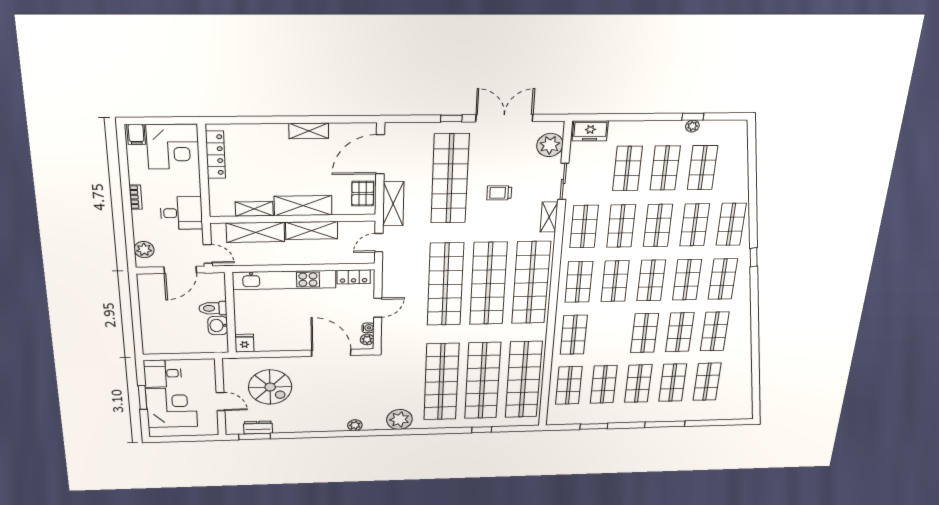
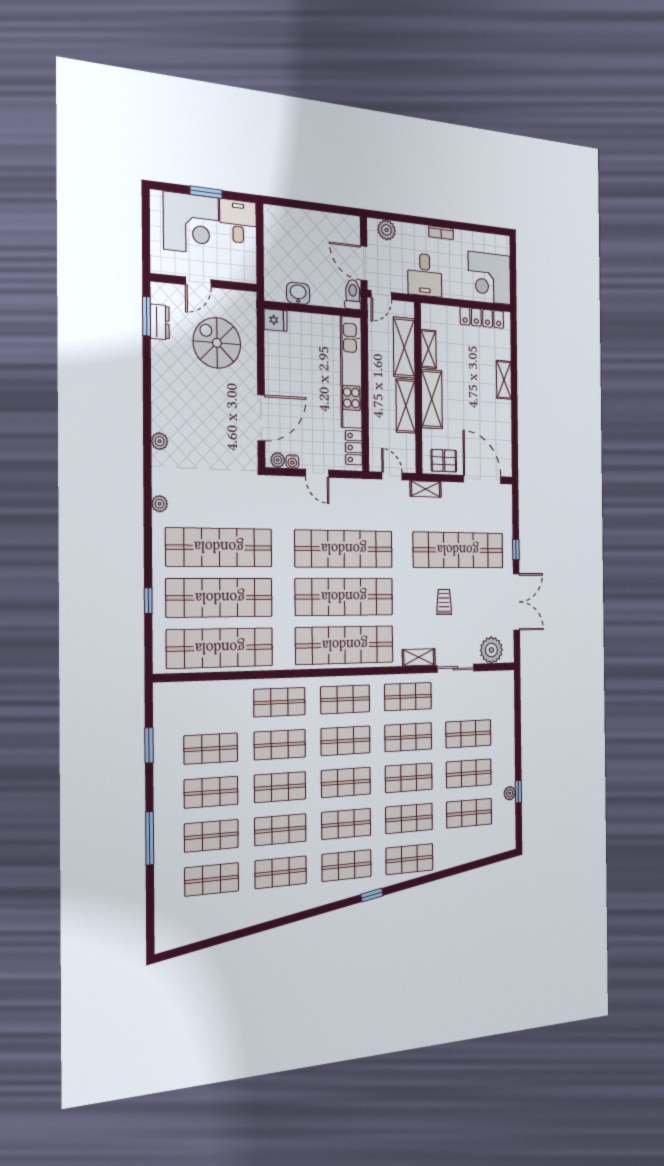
shelving: (309, 131) -> (504, 380), moved
freezer: (590, 131) -> (505, 689), removed
filing cabinet: (136, 134) -> (501, 245), removed
shelving: (393, 204) -> (426, 489), width x0.67, depth x0.75
toilet: (213, 308) -> (353, 294), moved
shop shelf: (569, 385) -> (280, 745), moved
spiral stairs: (270, 387) -> (217, 343), turned 90
plant: (399, 419) -> (160, 504), width x0.53, depth x0.53

